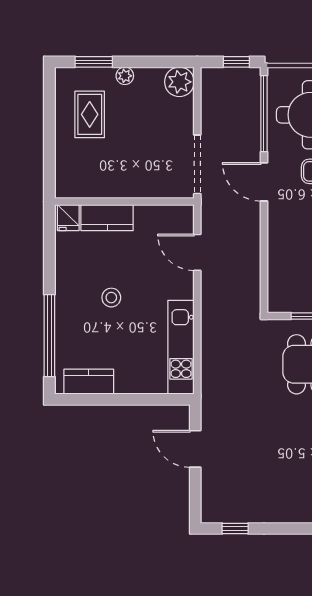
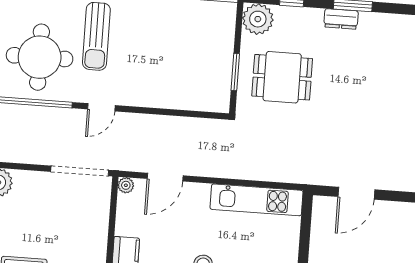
door: (264, 182) -> (101, 107), width x0.73
plant: (186, 213) -> (126, 185), added

